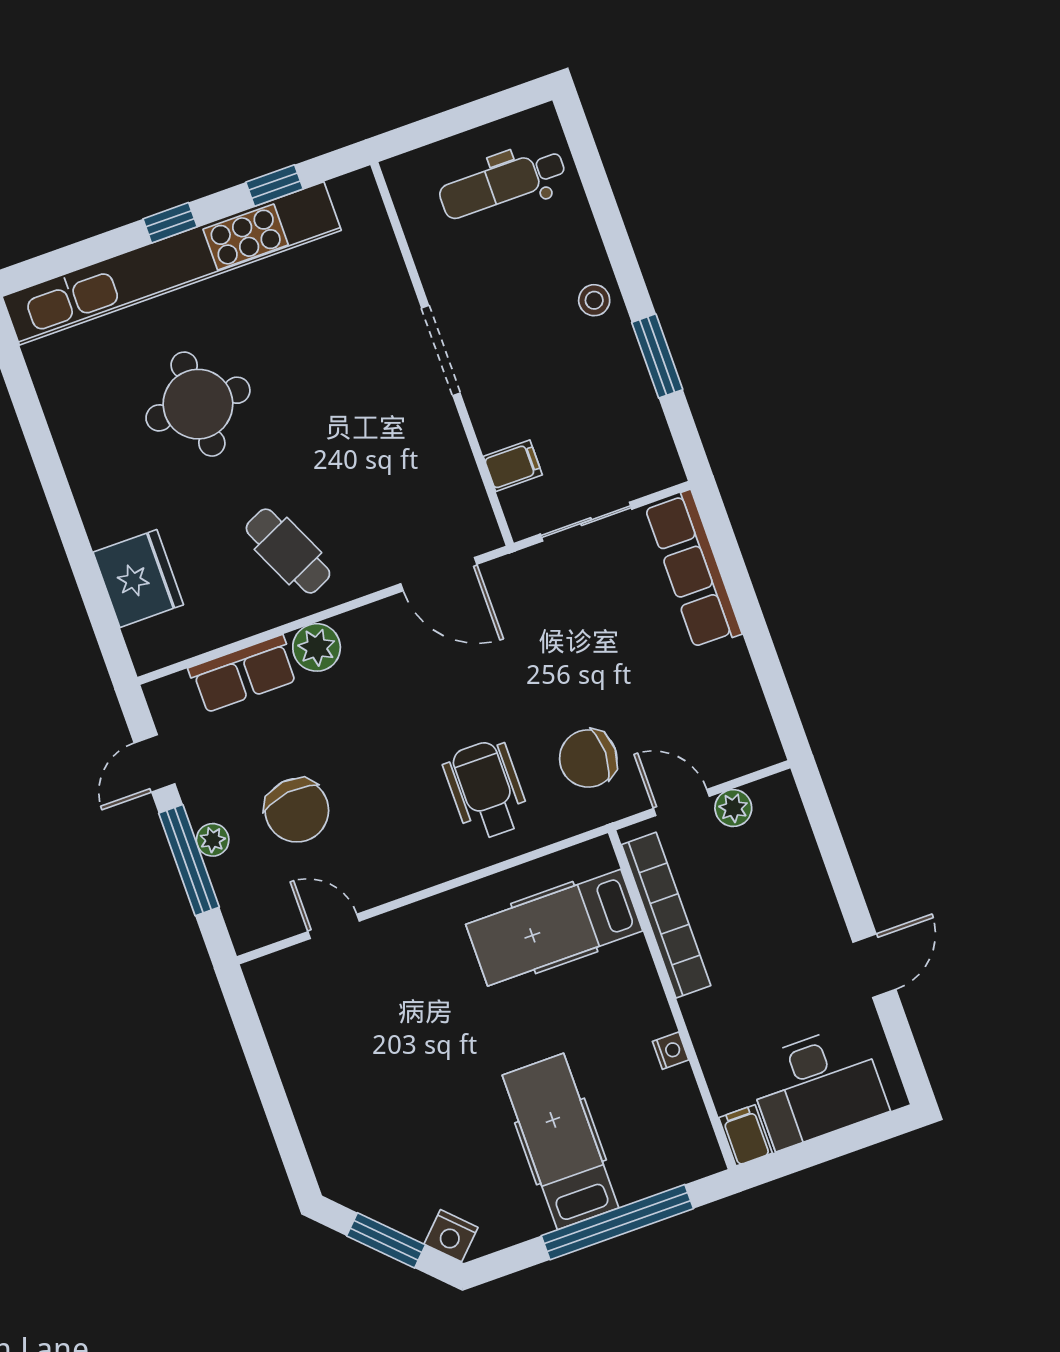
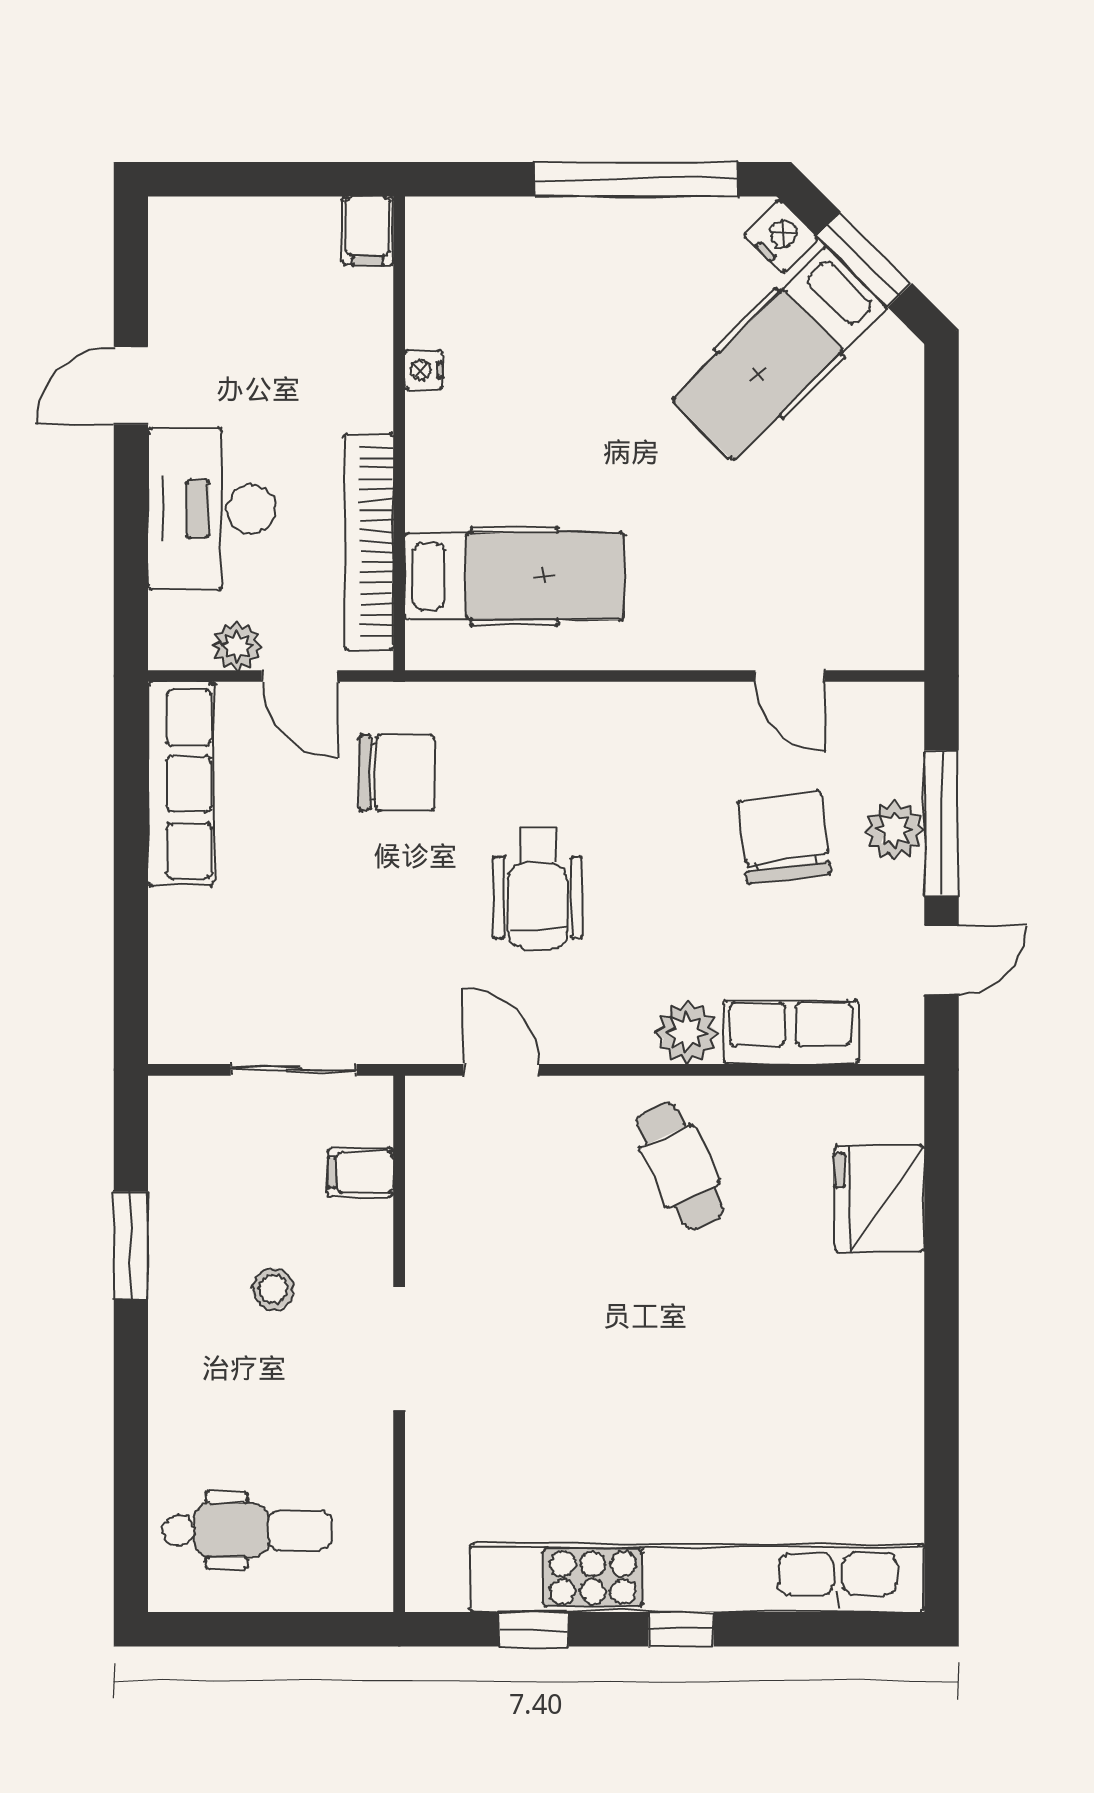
stool: (594, 300) -> (273, 1289), moved
round table: (198, 404) -> (727, 1390), removed
row of seats: (693, 570) -> (181, 784), moved
door: (439, 574) -> (501, 1070), width x0.73
wheelchair: (486, 790) -> (538, 888), moved
plant: (213, 840) -> (895, 830), width x1.38, depth x1.38
desk: (817, 1086) -> (212, 509), moved, turned -90
hospital bed: (560, 1141) -> (779, 353), moved, turned 45
window: (617, 1222) -> (636, 179), moved

